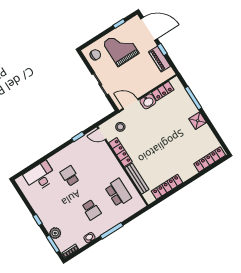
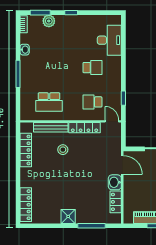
door: (131, 104) -> (122, 165), hinge flipped
stool: (120, 127) -> (63, 150), moved
door: (102, 134) -> (112, 121), hinge flipped
school desk: (91, 210) -> (92, 102), moved

